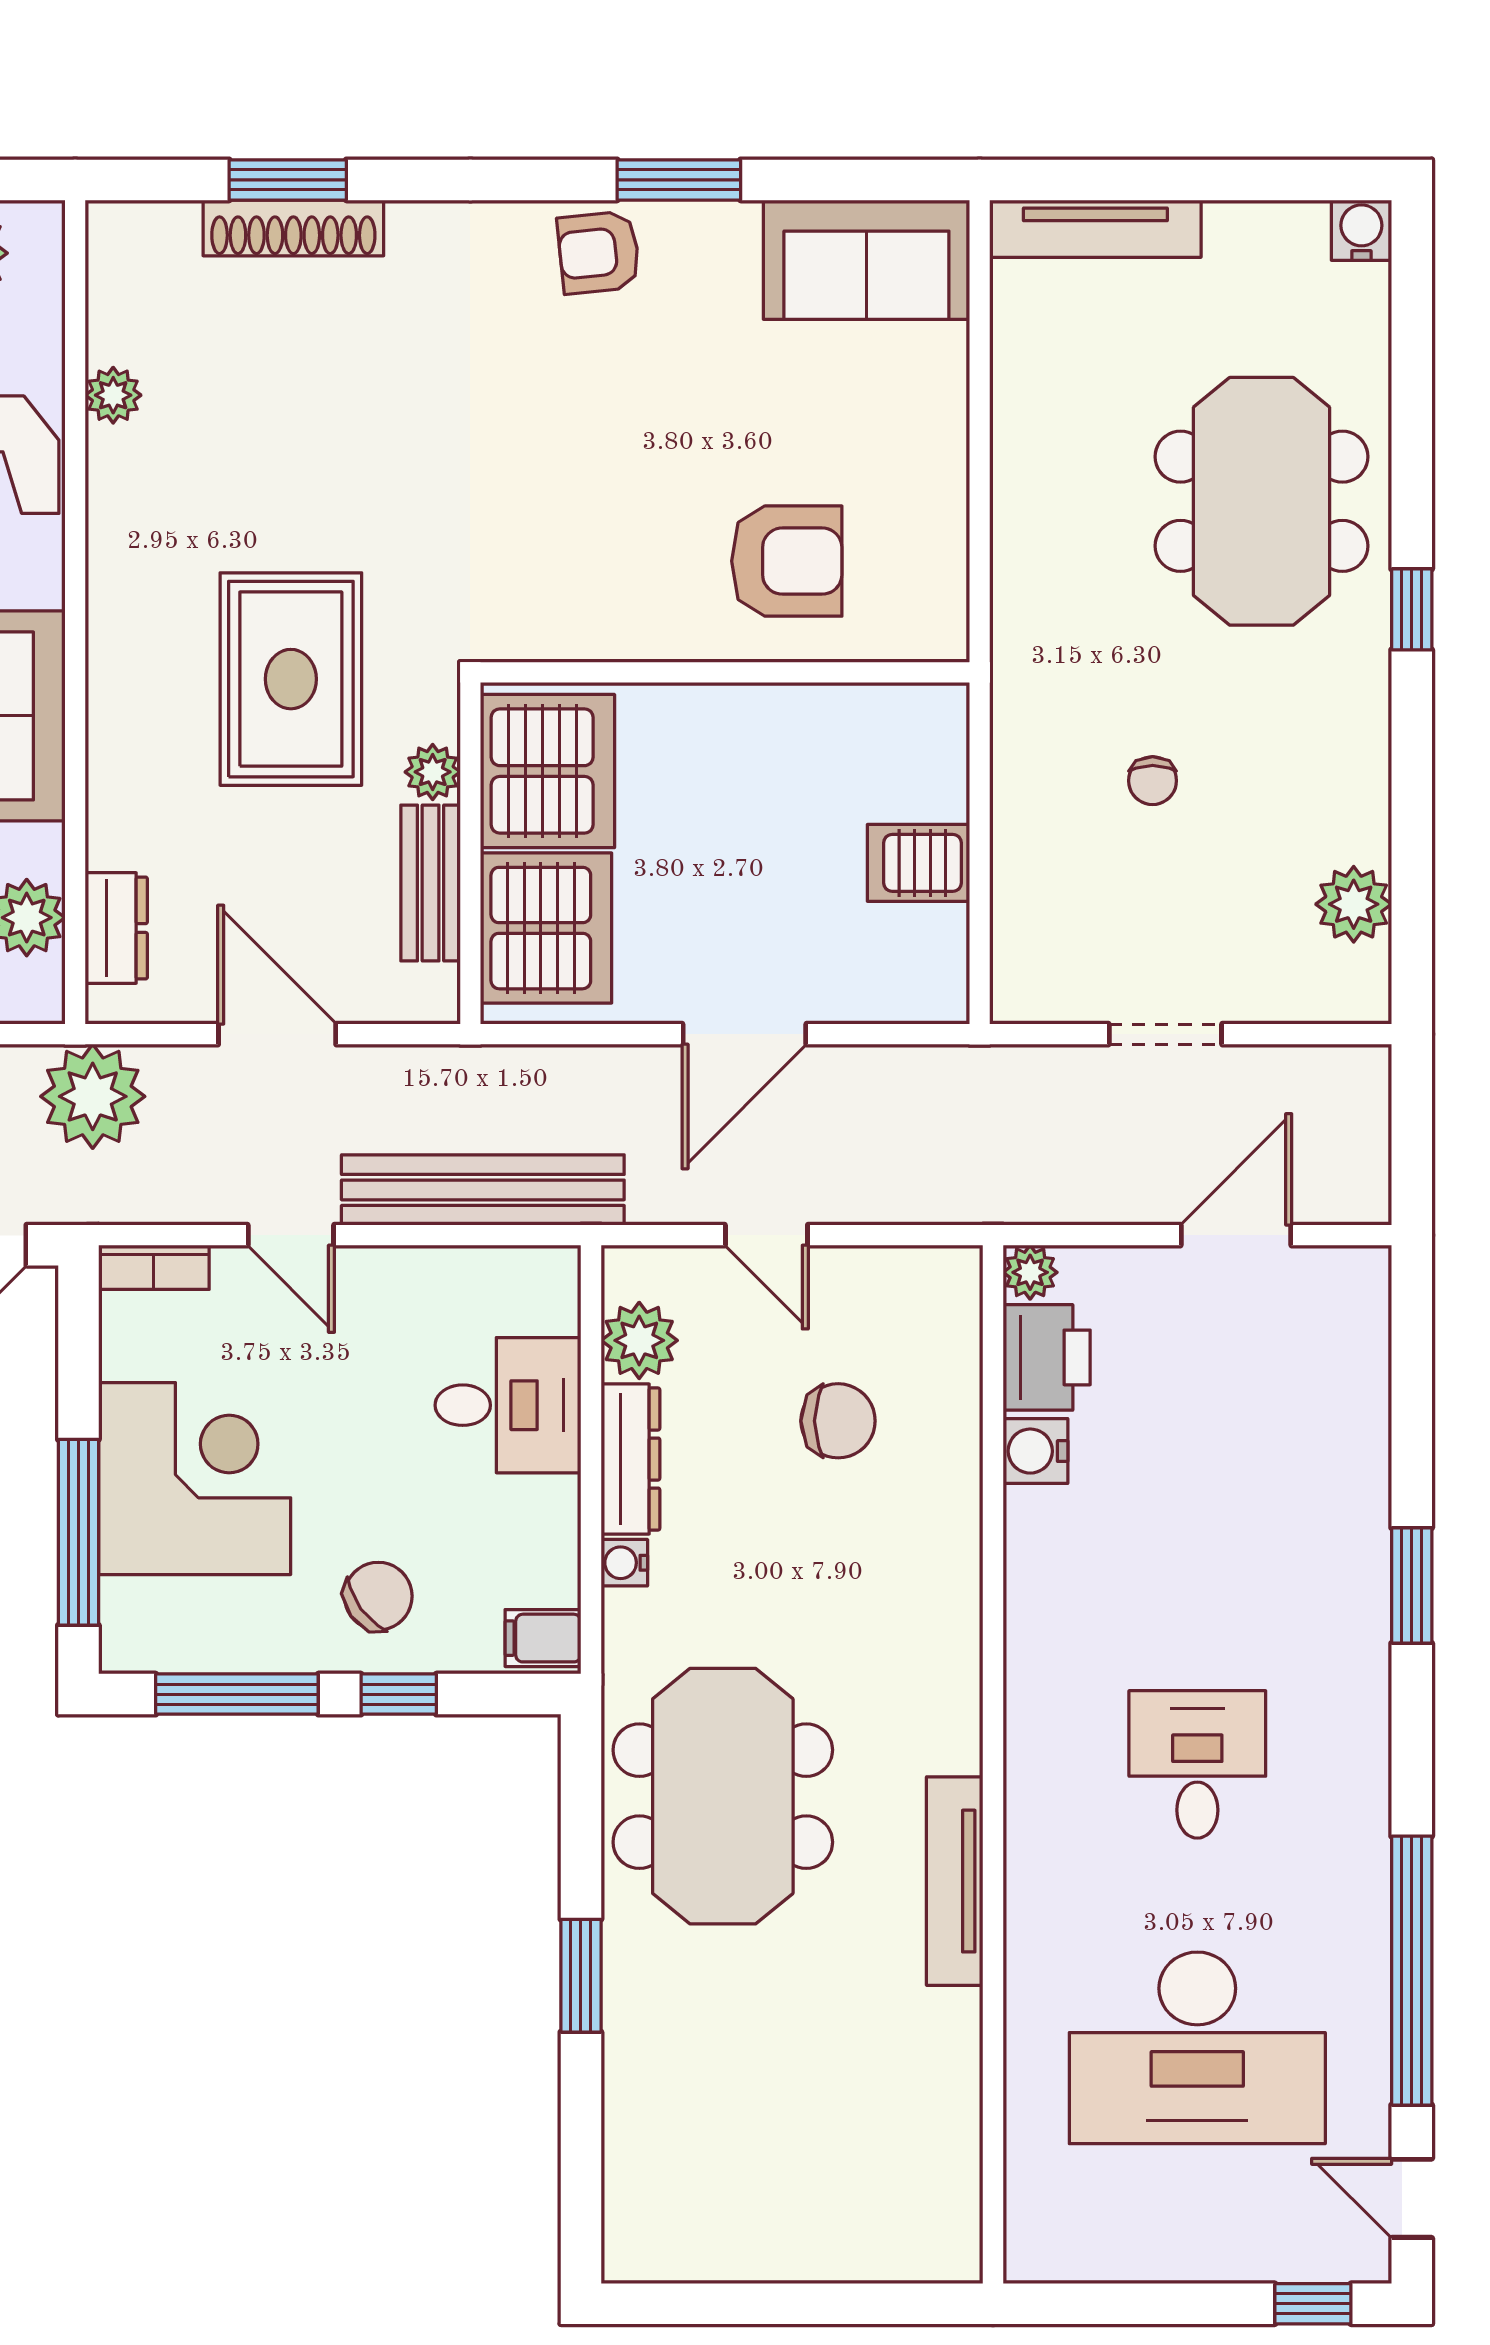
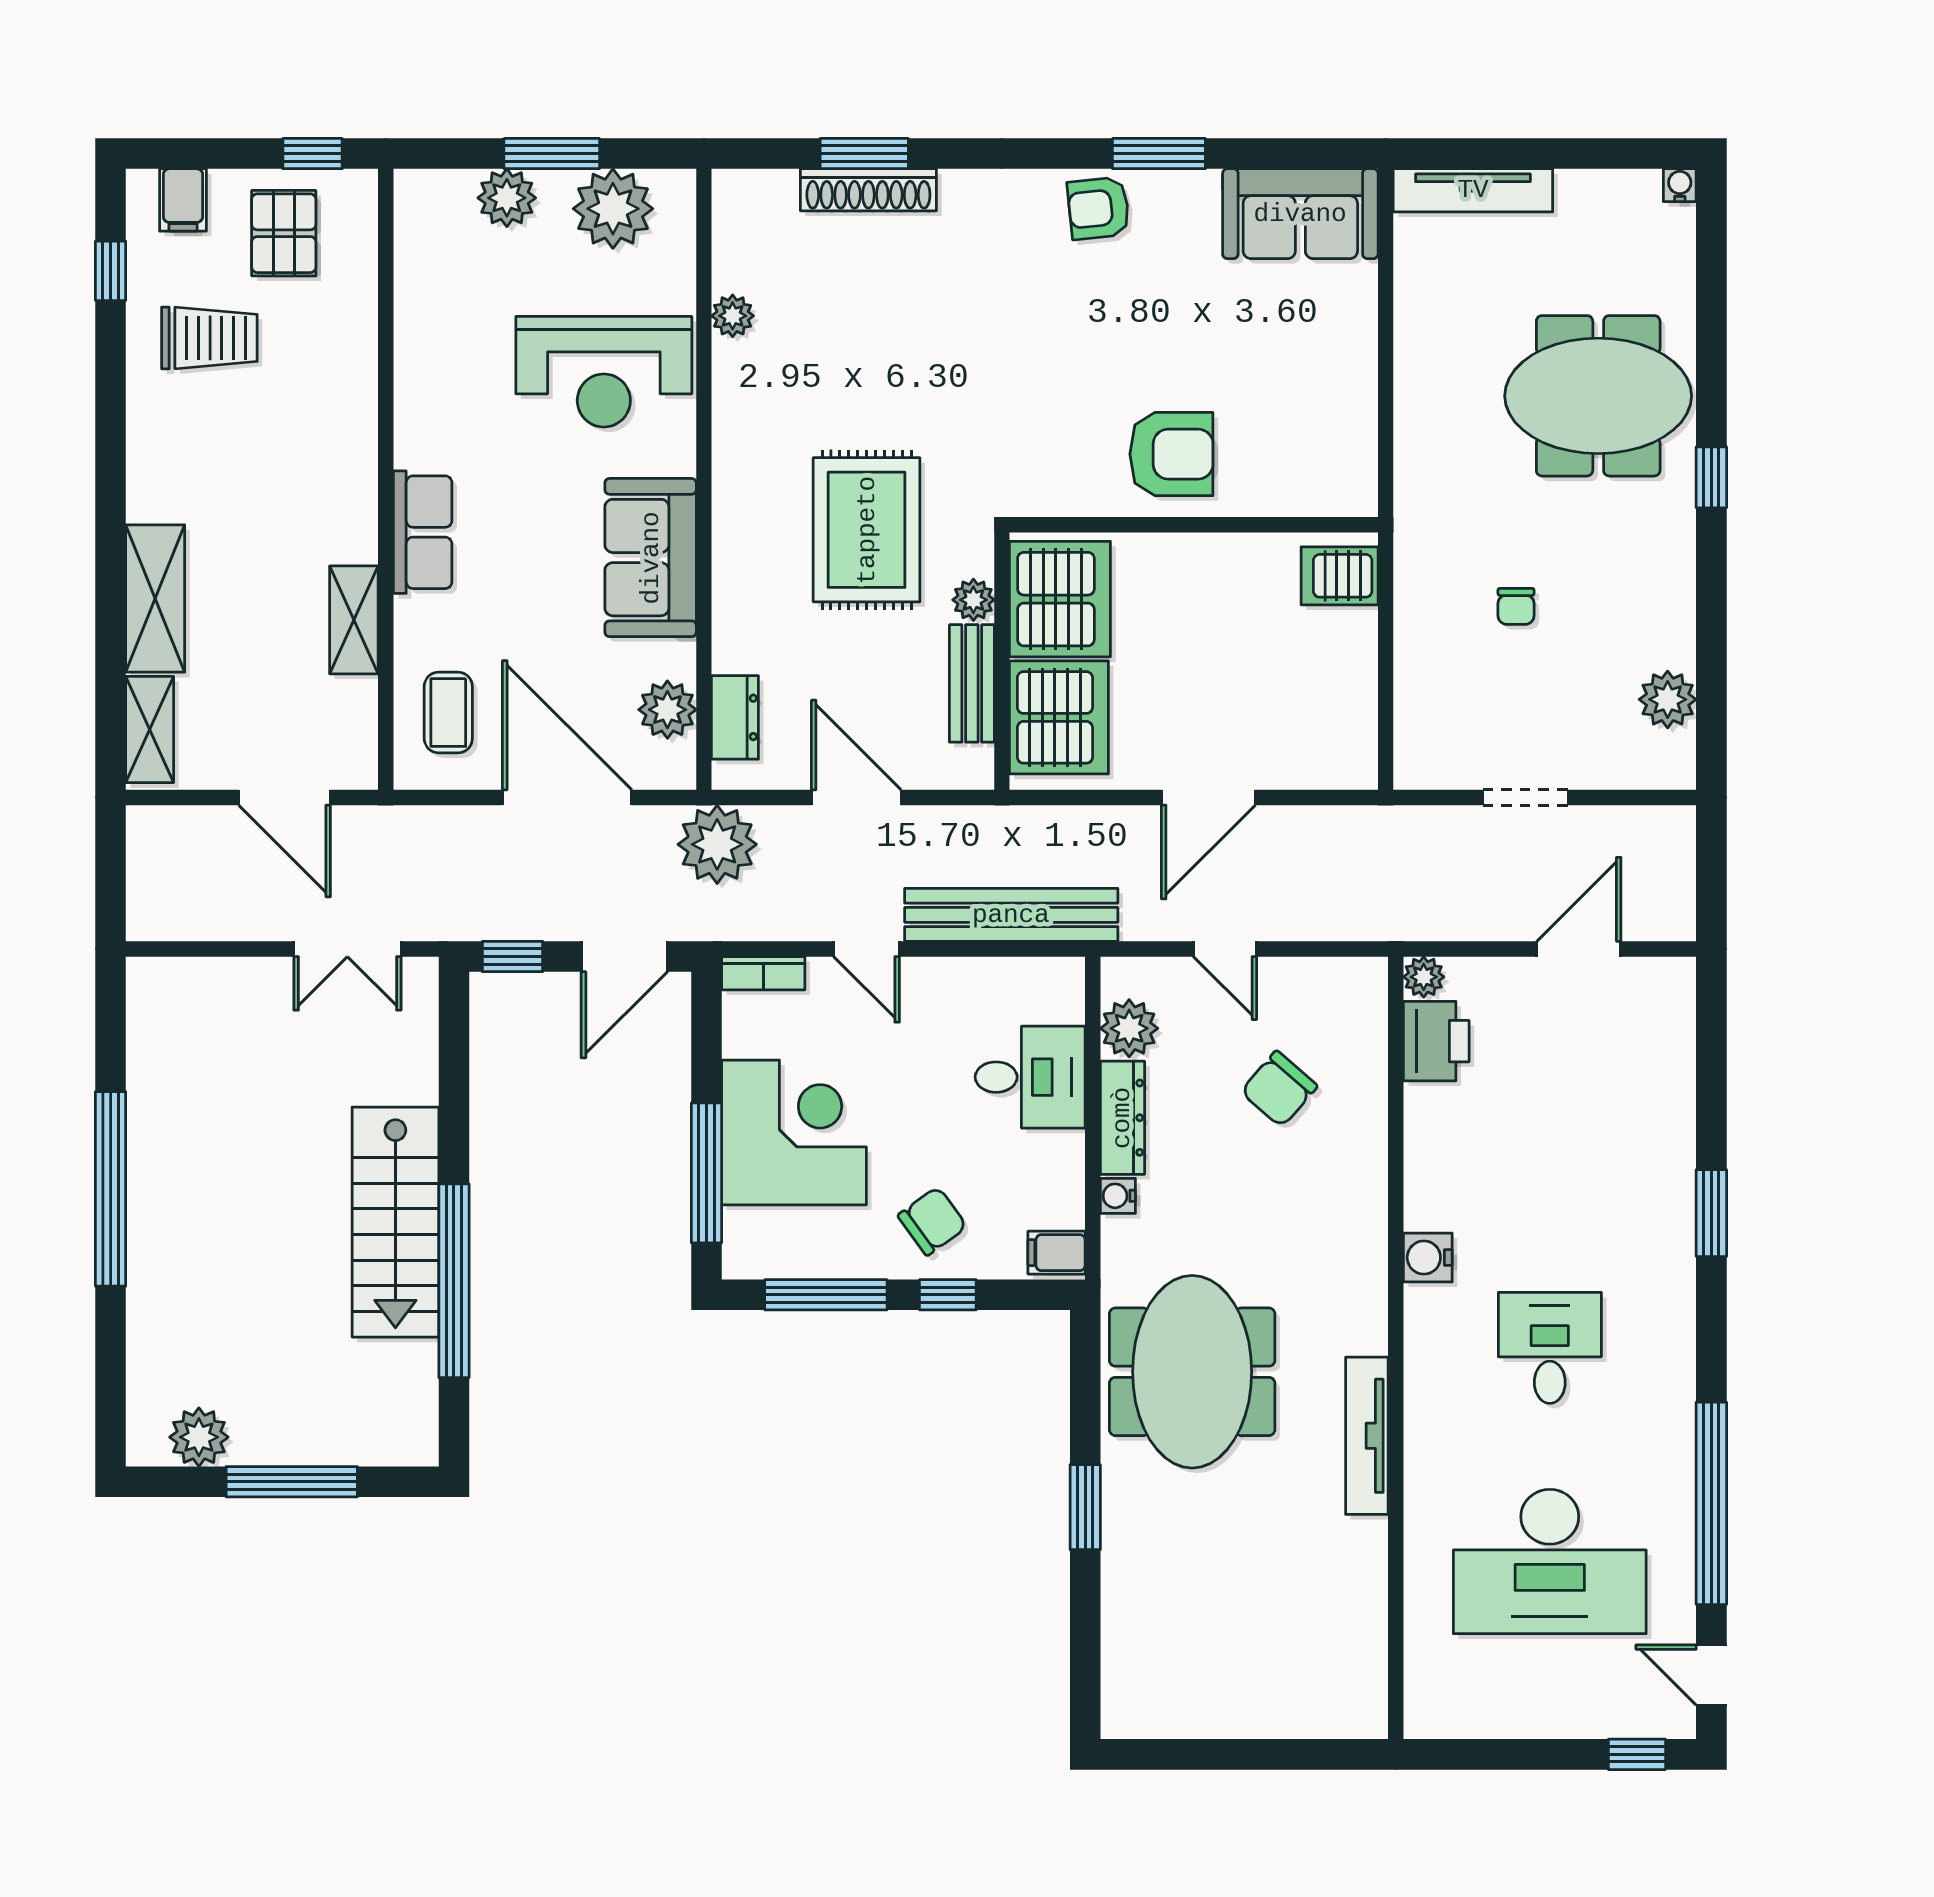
water cooler: (1361, 230) -> (1680, 185), width x0.72, depth x0.72
meeting table: (1261, 501) -> (1598, 396), turned 90
armchair: (787, 561) -> (1171, 454), moved
server rack: (918, 863) -> (1340, 576), moved
chair: (838, 1421) -> (1279, 1089), turned 131
water cooler: (1035, 1451) -> (1428, 1258), moved

